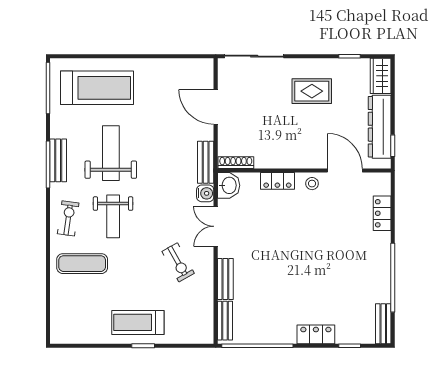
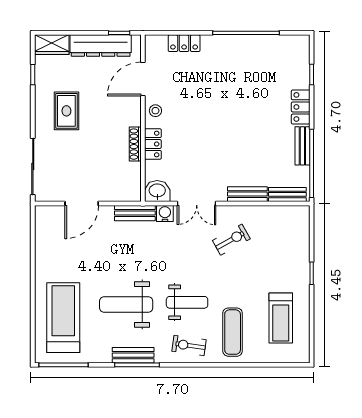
shoe rack: (236, 163) -> (135, 144), moved
treadmill: (138, 322) -> (281, 318), moved
bench: (383, 324) -> (302, 146), moved, turned 90

